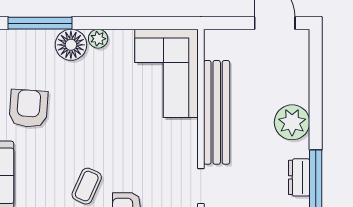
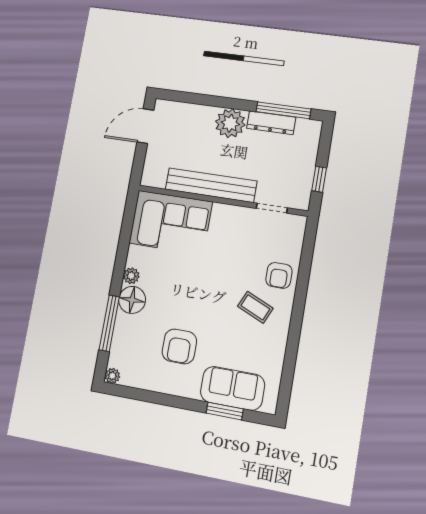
armchair: (28, 108) -> (179, 346), turned -94
dresser: (299, 177) -> (271, 123), width x1.44

